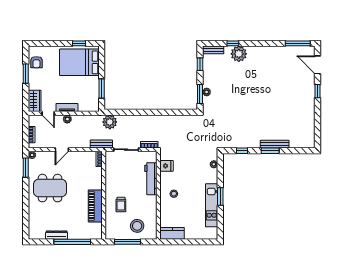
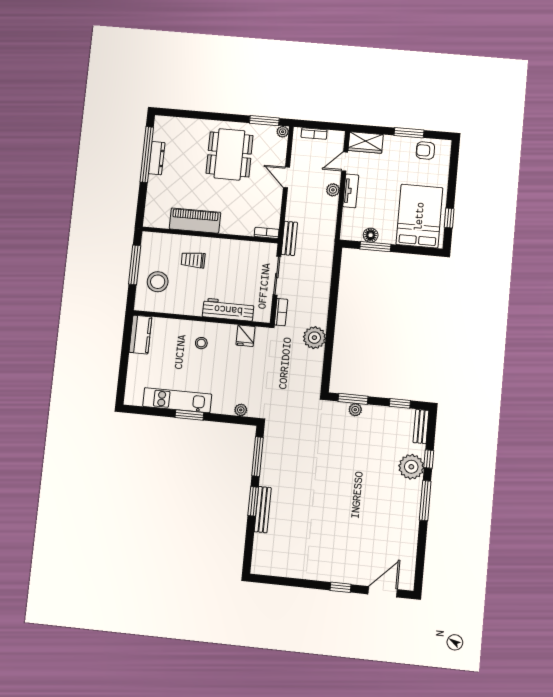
window: (298, 43) -> (425, 501), moved
floor lamp: (95, 92) -> (371, 235), added
plant: (110, 122) -> (314, 338), moved
window: (242, 151) -> (258, 456), width x2.17
window: (72, 242) -> (147, 155), moved

